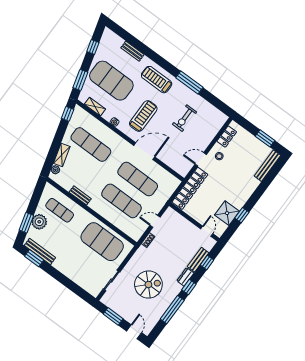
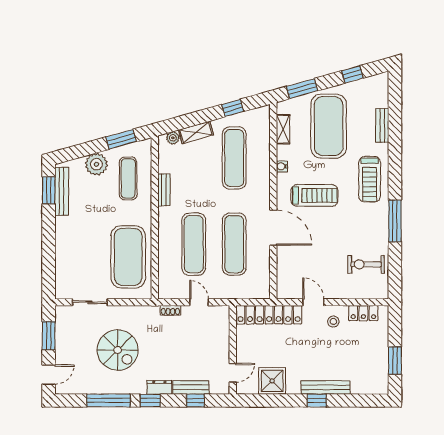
treadmill: (157, 80) -> (370, 179), turned 180
window: (68, 114) -> (233, 108), moved
exercise bike: (185, 118) -> (366, 264), moved
bench: (267, 166) -> (326, 387), moved
window: (242, 215) -> (317, 400), moved
window: (26, 223) -> (121, 139), moved

